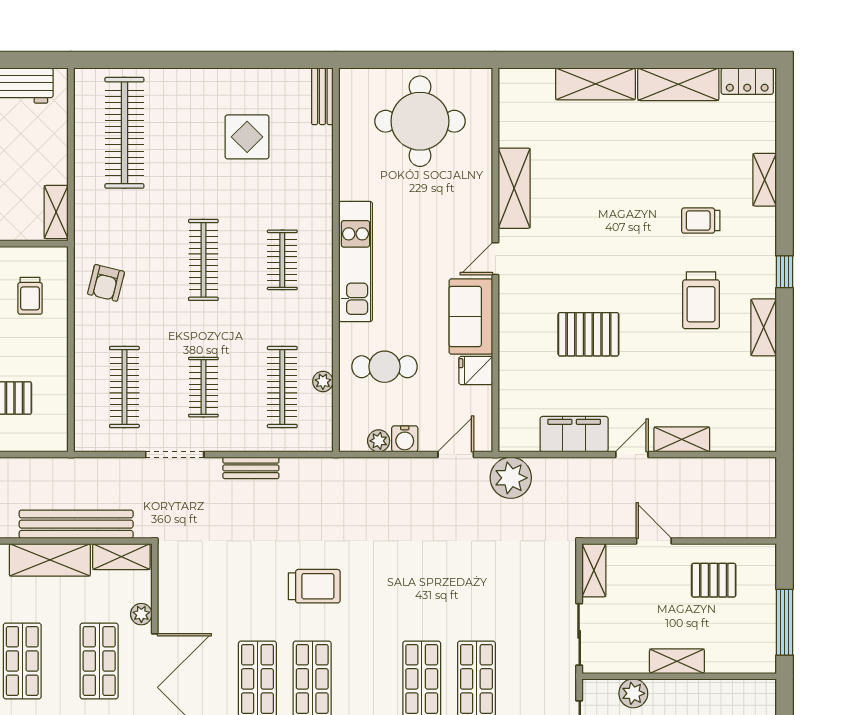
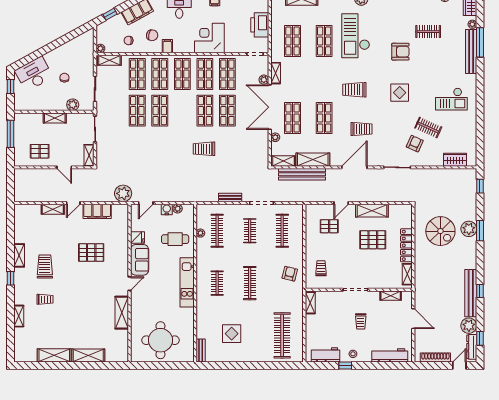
locker: (747, 81) -> (26, 357), removed

